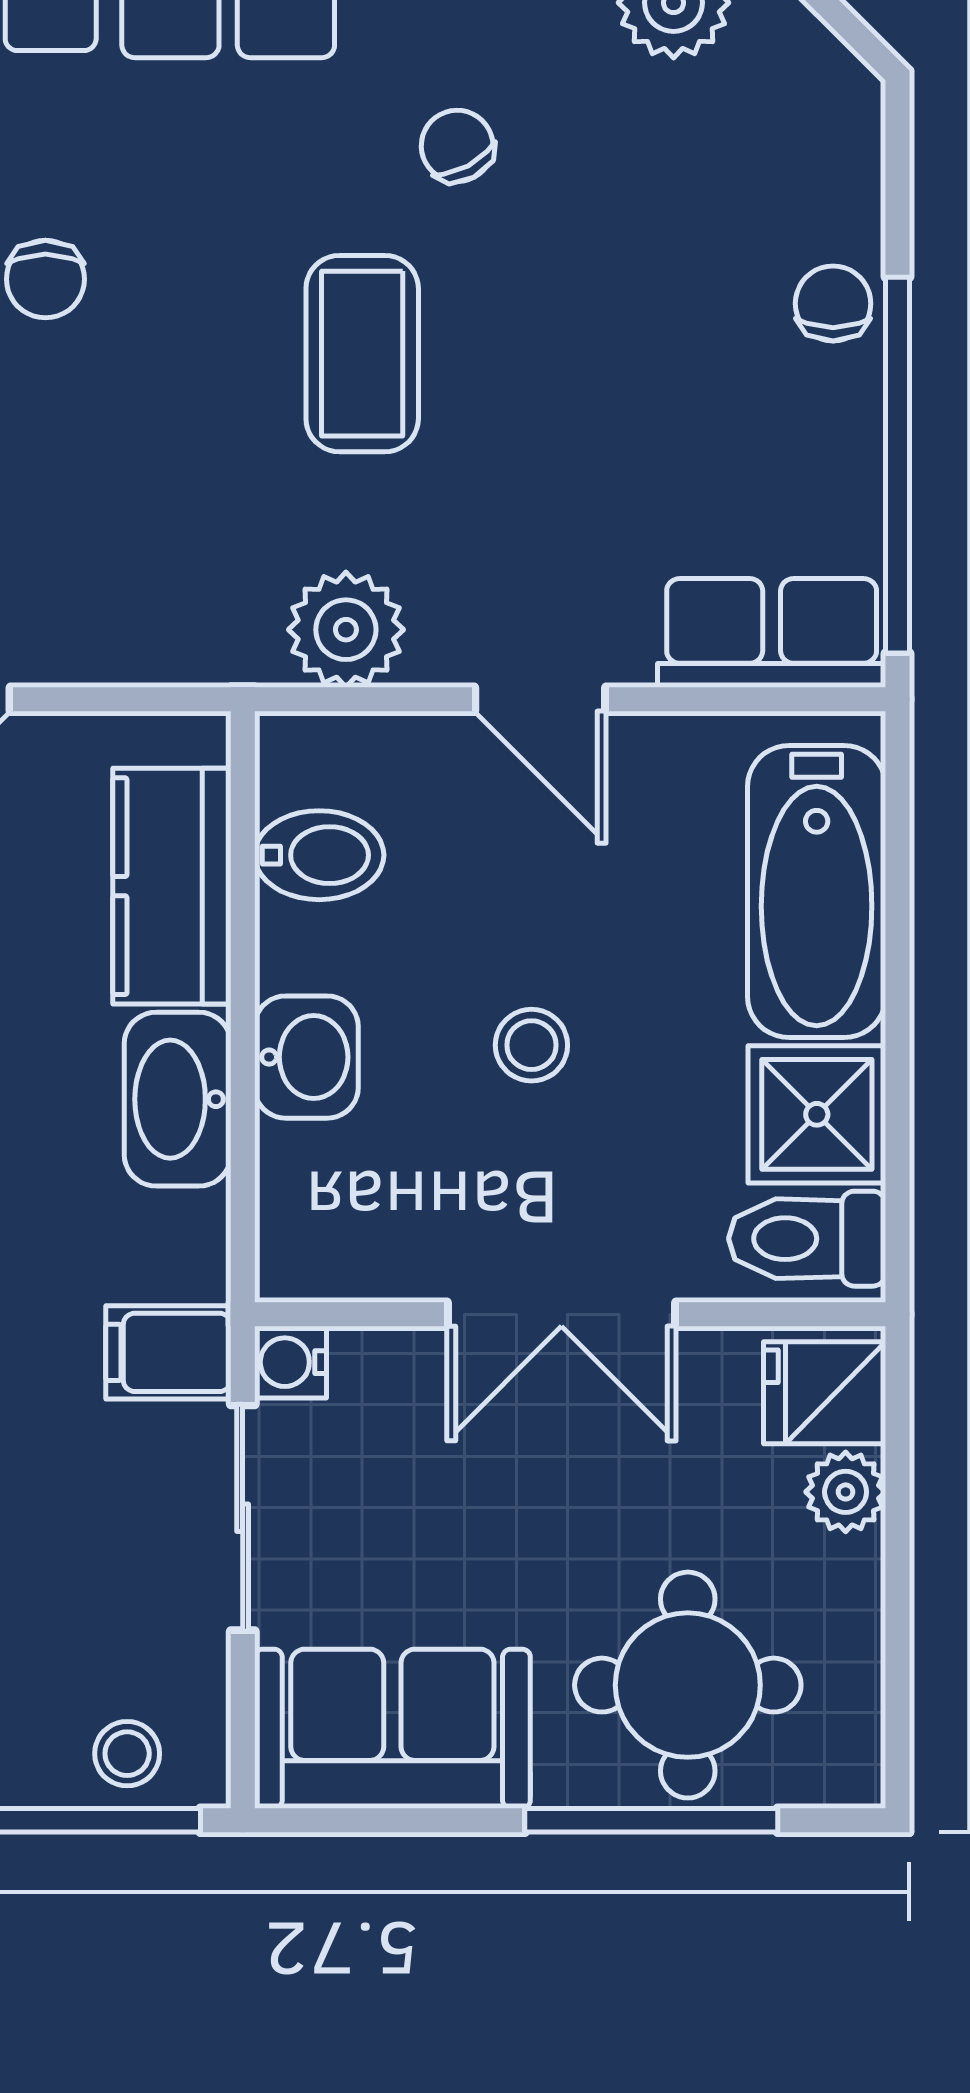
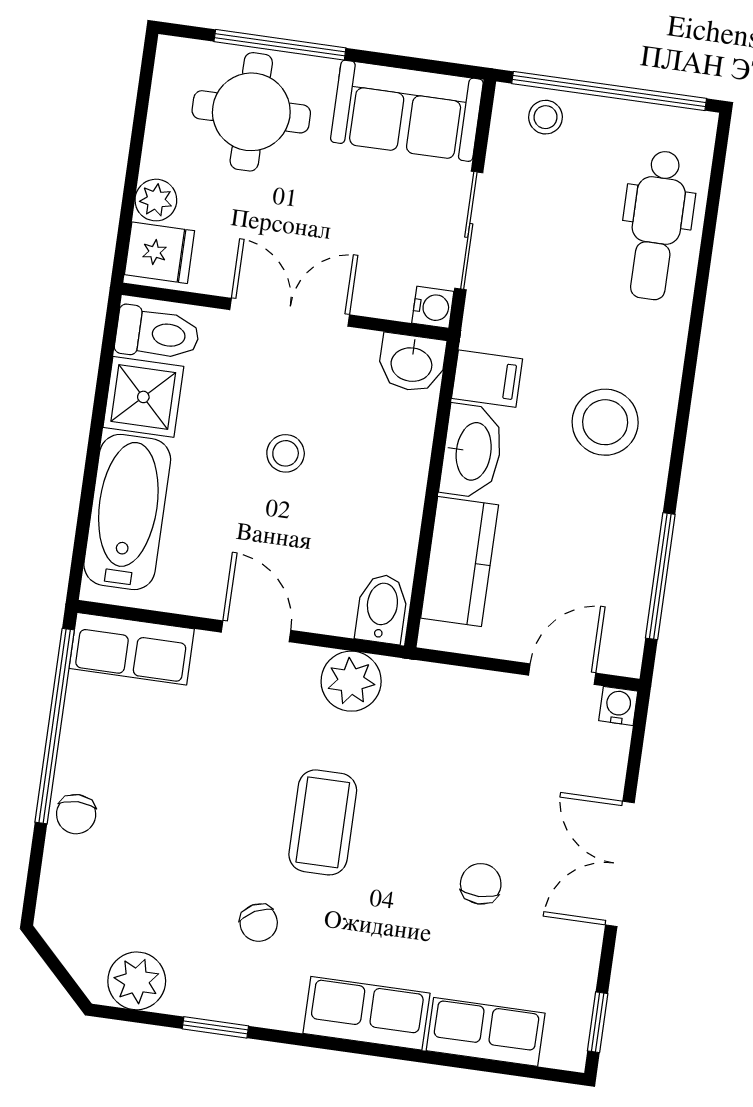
bidet: (319, 855) -> (382, 609), moved, turned 90
washbasin: (306, 1057) -> (412, 363), moved, turned -90
filing cabinet: (168, 1352) -> (487, 379), moved

